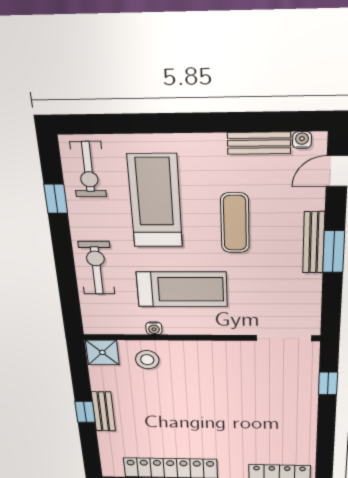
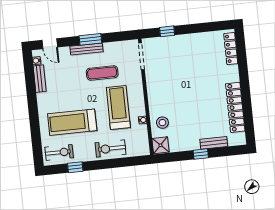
exercise mat: (235, 223) -> (102, 73), moved
bench: (103, 411) -> (214, 143), moved

